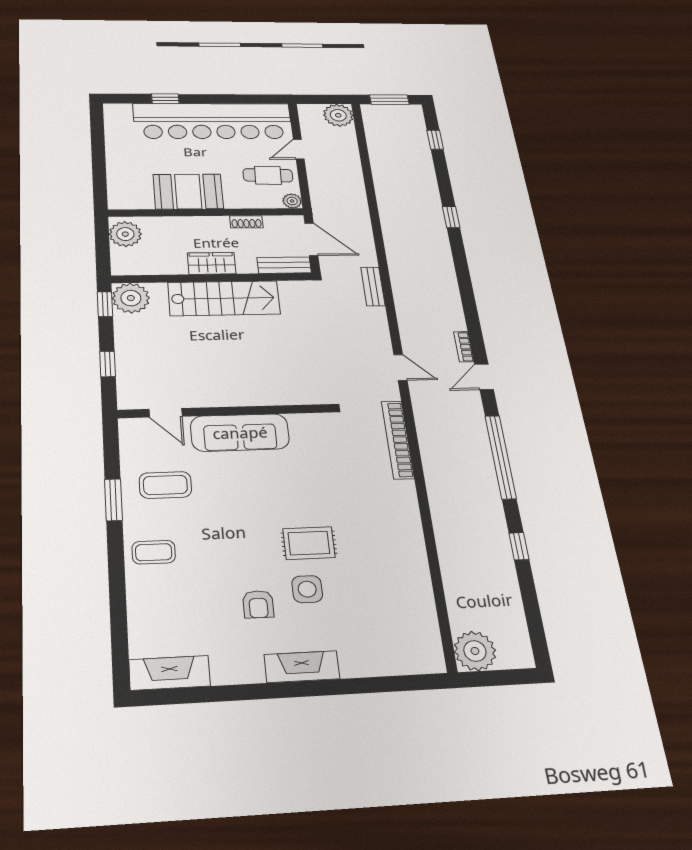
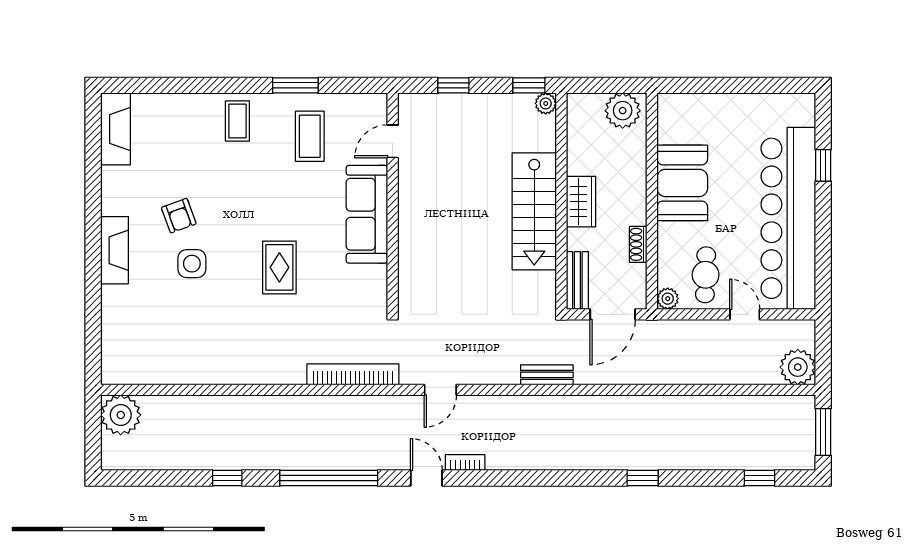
plant: (131, 298) -> (546, 103), width x0.53, depth x0.53
rug: (309, 543) -> (279, 267), moved
armchair: (258, 604) -> (179, 216), turned -110

